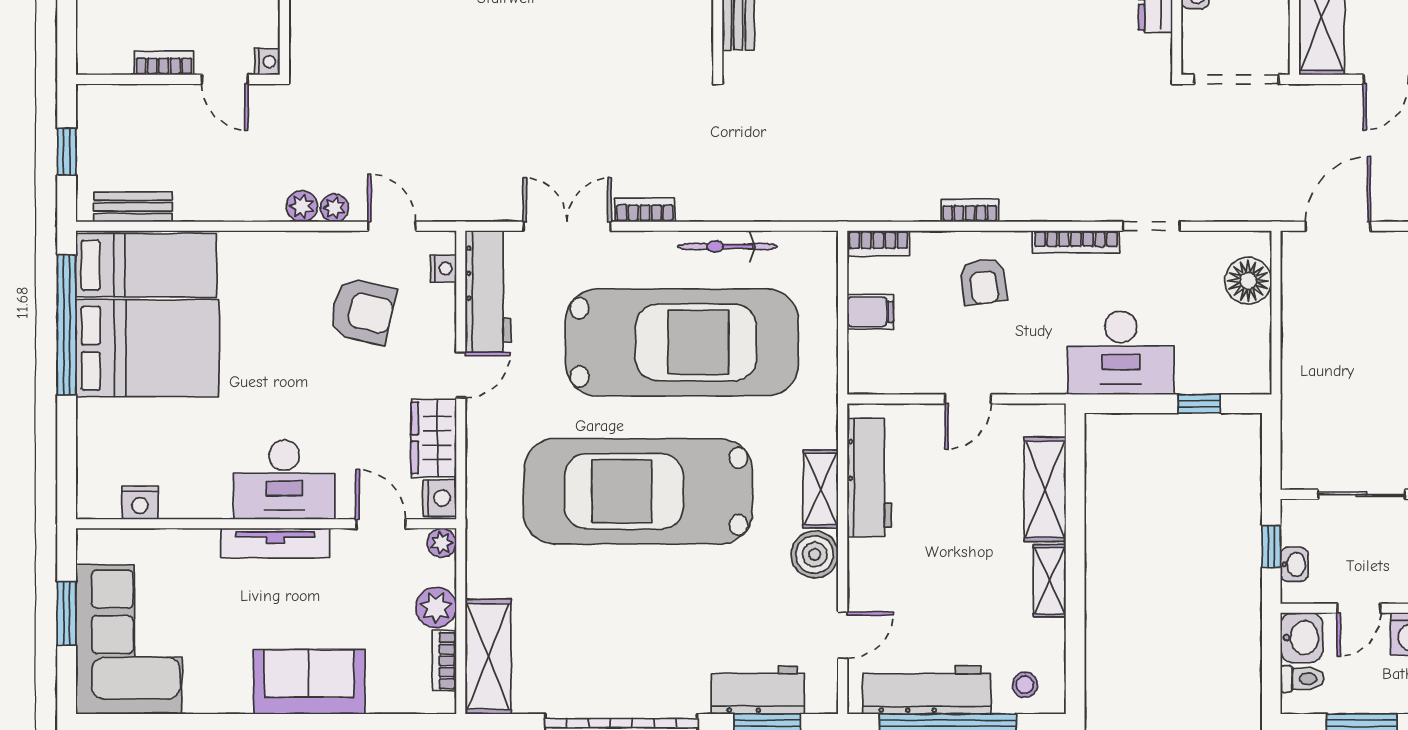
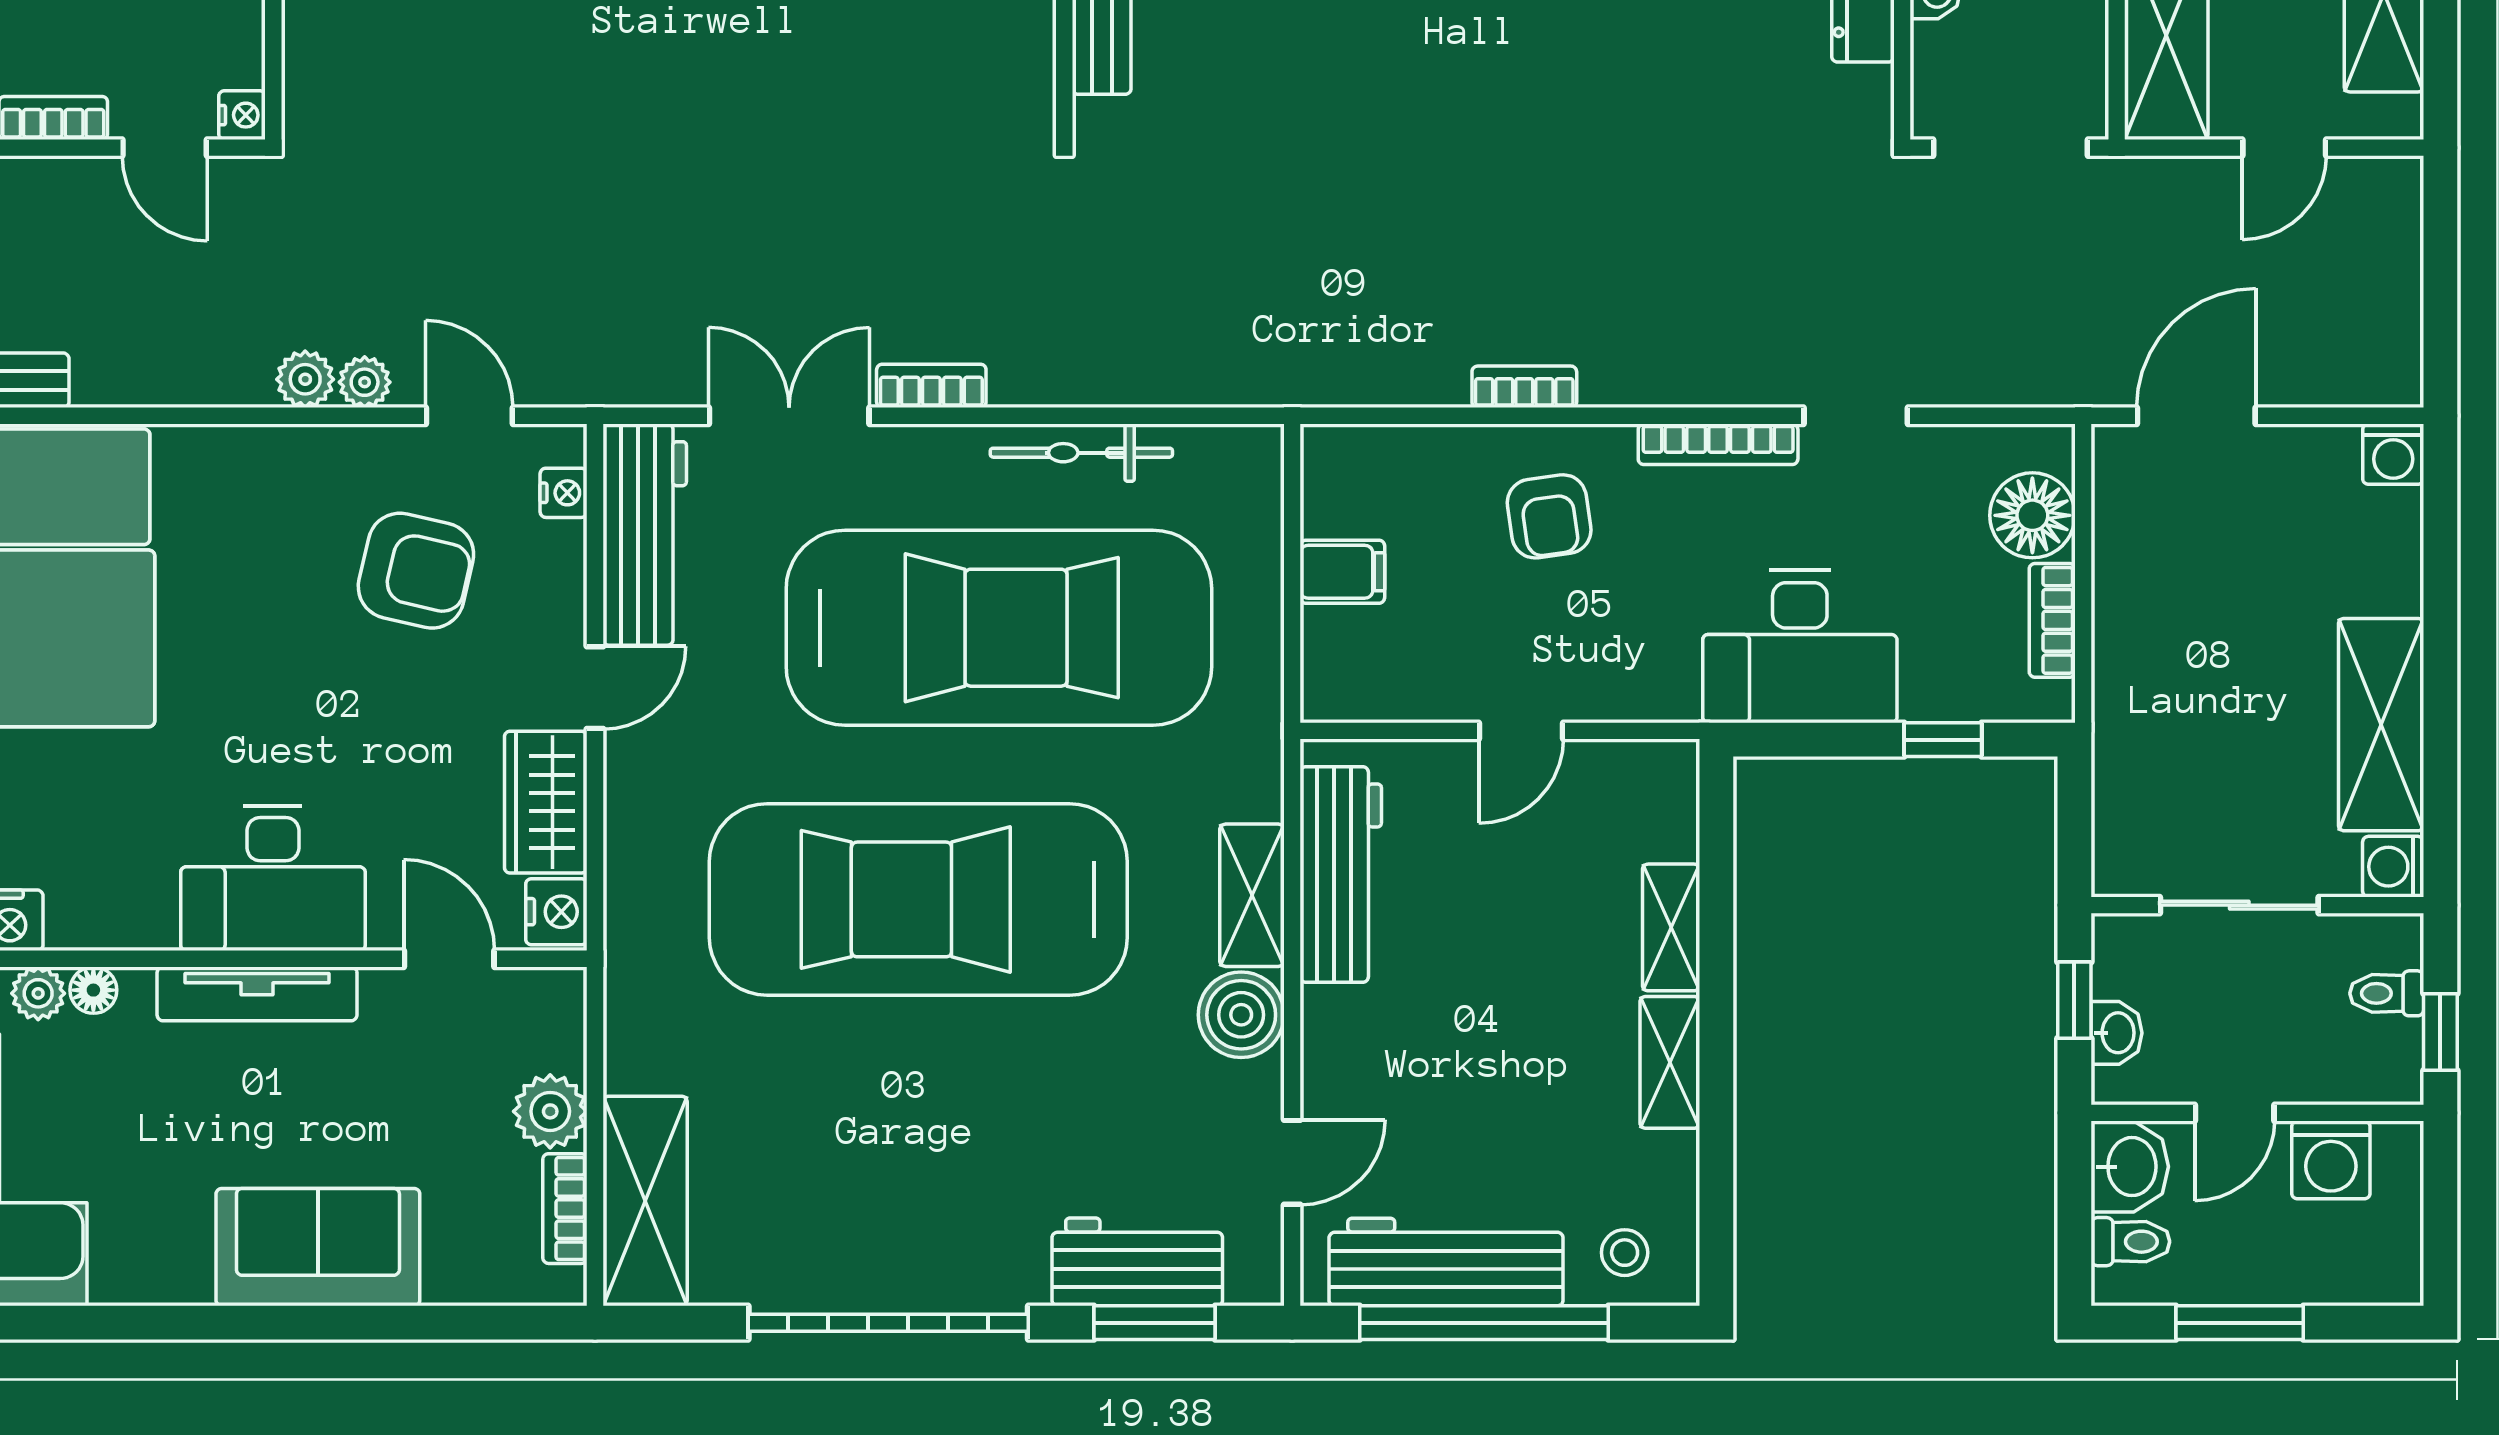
bookcase: (878, 243) -> (2052, 620), moved, turned 90
shelving: (1045, 489) -> (1671, 927), width x0.67, depth x0.75
floor lamp: (186, 541) -> (93, 990), added
plant: (442, 543) -> (38, 993), moved

